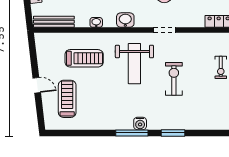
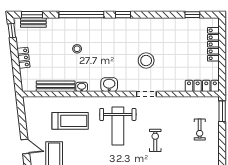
bench: (54, 22) -> (56, 86), moved
exercise bike: (174, 79) -> (155, 140), width x0.73, depth x0.72

